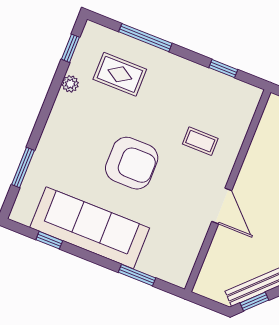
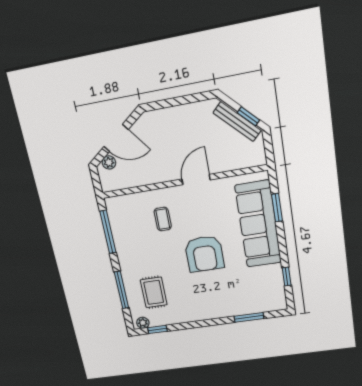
window: (223, 69) -> (108, 232), width x2.17
plant: (70, 84) -> (143, 323), moved
armchair: (132, 163) -> (204, 254), turned 180
sofa: (90, 228) -> (258, 224), moved

